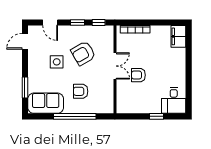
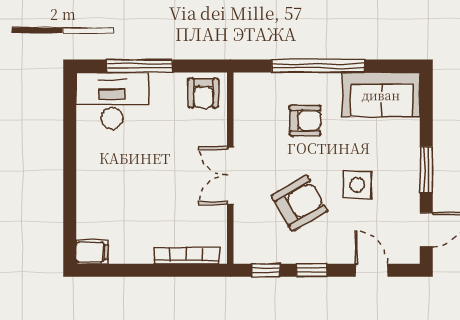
filing cabinet: (178, 36) -> (92, 252), width x0.50
armchair: (138, 75) -> (203, 93), moved, turned 90
window: (25, 88) -> (426, 170), moved
desk: (174, 100) -> (112, 101), width x1.37
window: (157, 116) -> (140, 66), width x2.17

